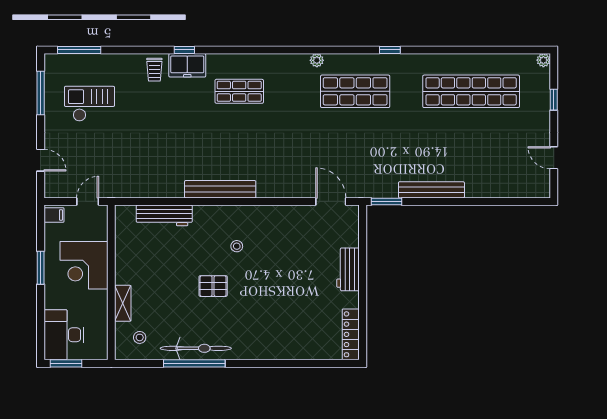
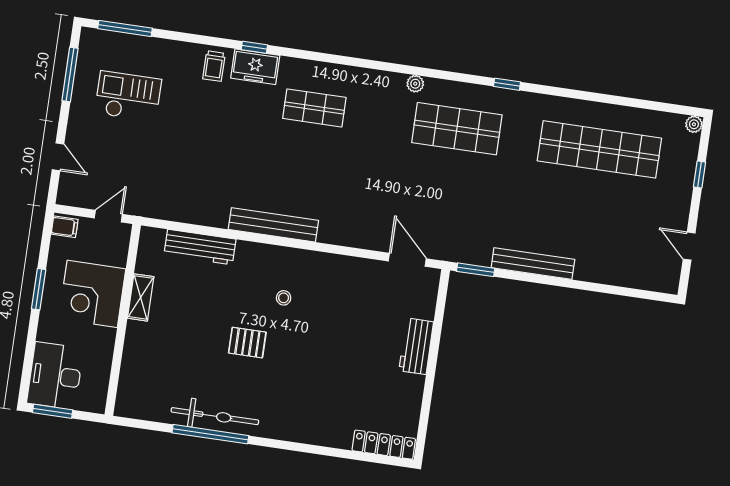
shelving: (123, 303) -> (141, 297), moved
locker: (351, 334) -> (384, 445), moved, turned 90
stool: (140, 337) -> (148, 393), removed

